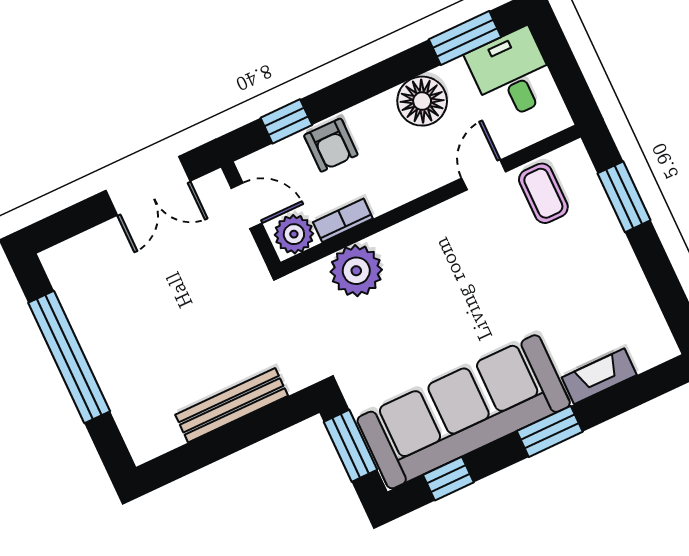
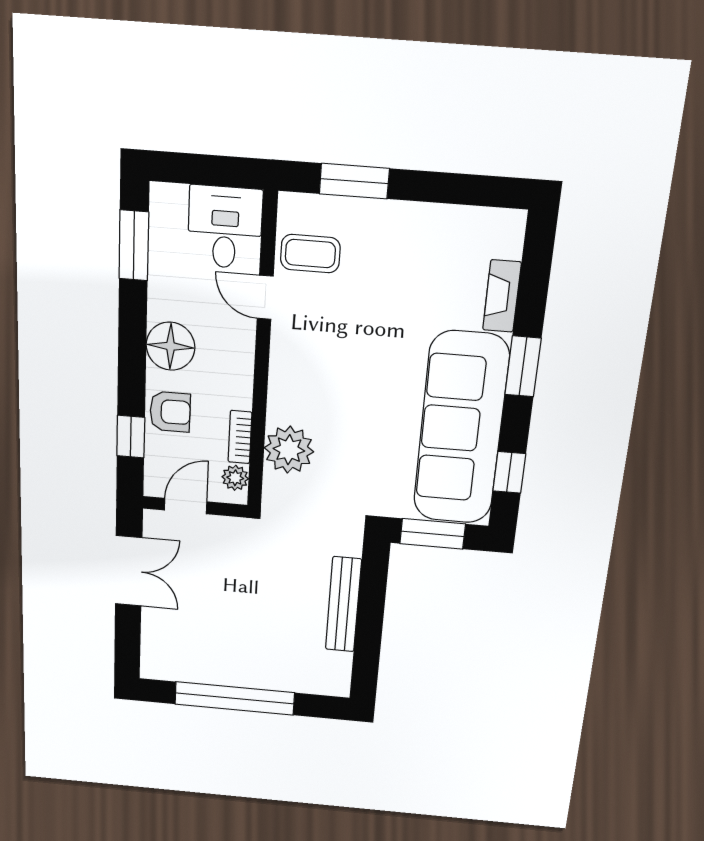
desk: (512, 74) -> (225, 227), moved, turned 90
floor lamp: (422, 101) -> (170, 346), moved
plant: (294, 234) -> (235, 478), width x0.73, depth x0.73

